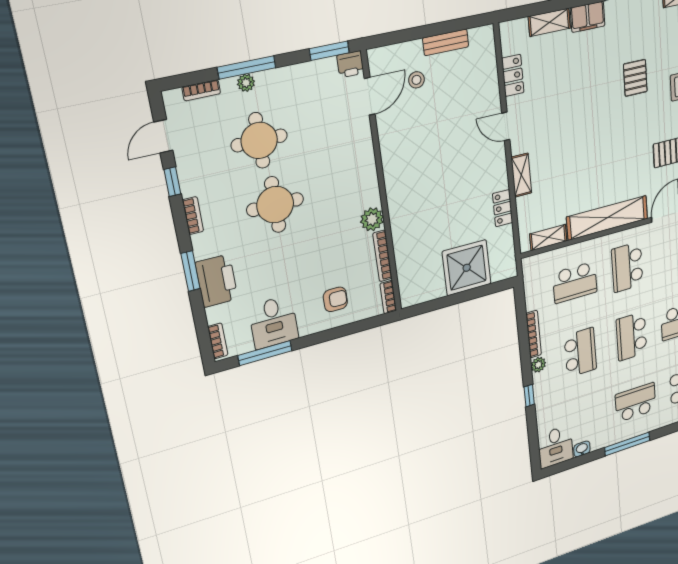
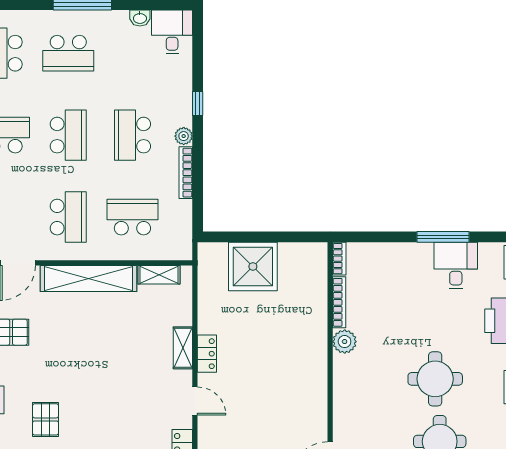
locker: (503, 208) -> (207, 354), moved
armchair: (335, 299) -> (393, 271), removed
window: (265, 353) -> (443, 237), moved

